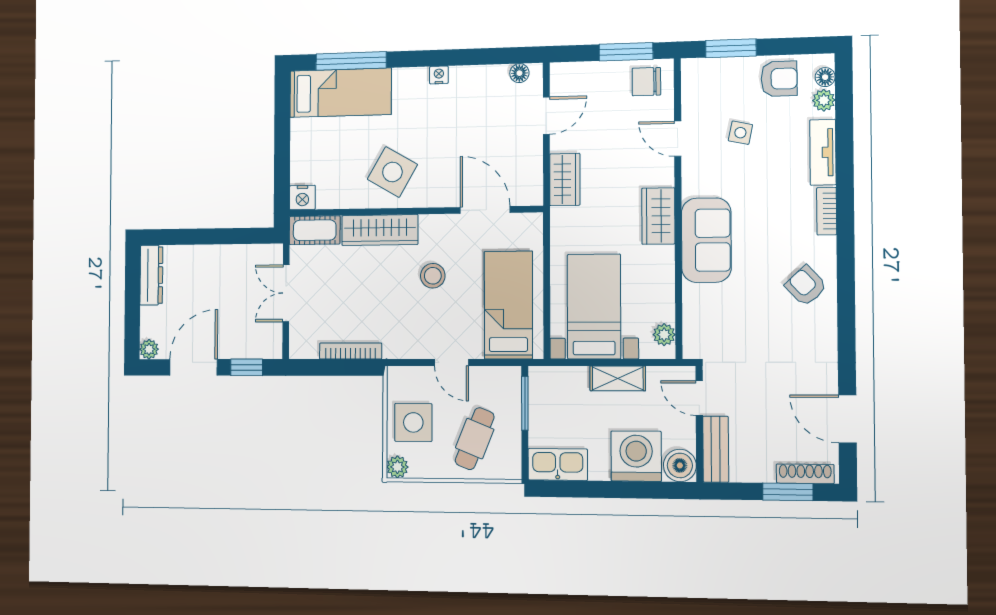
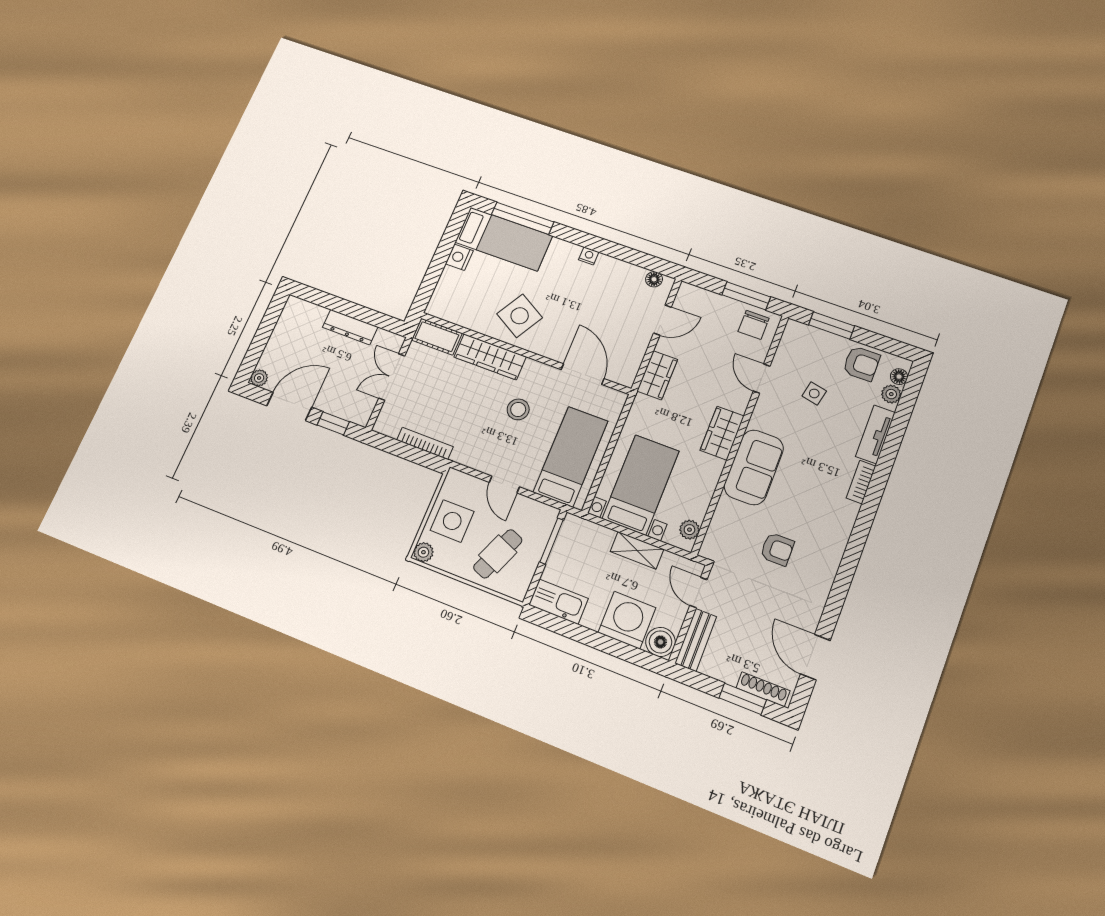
chair: (646, 82) -> (754, 325), turned -90
nightstand: (302, 198) -> (459, 257), moved, turned 90
dresser: (151, 275) -> (350, 327), moved, turned 90
armchair: (806, 286) -> (777, 549), moved, turned 133

